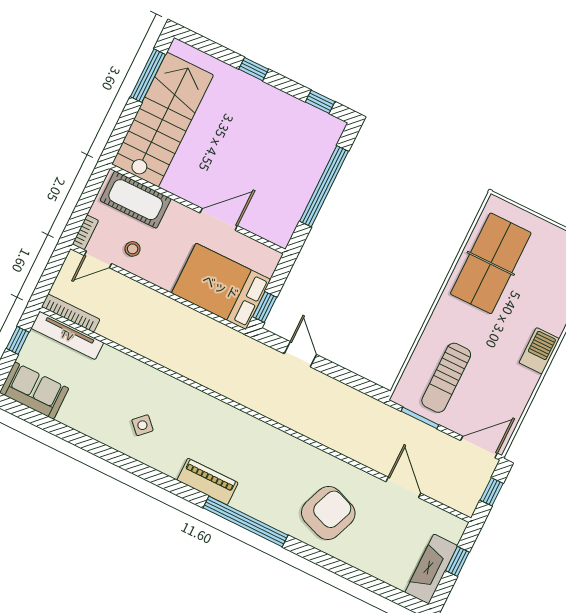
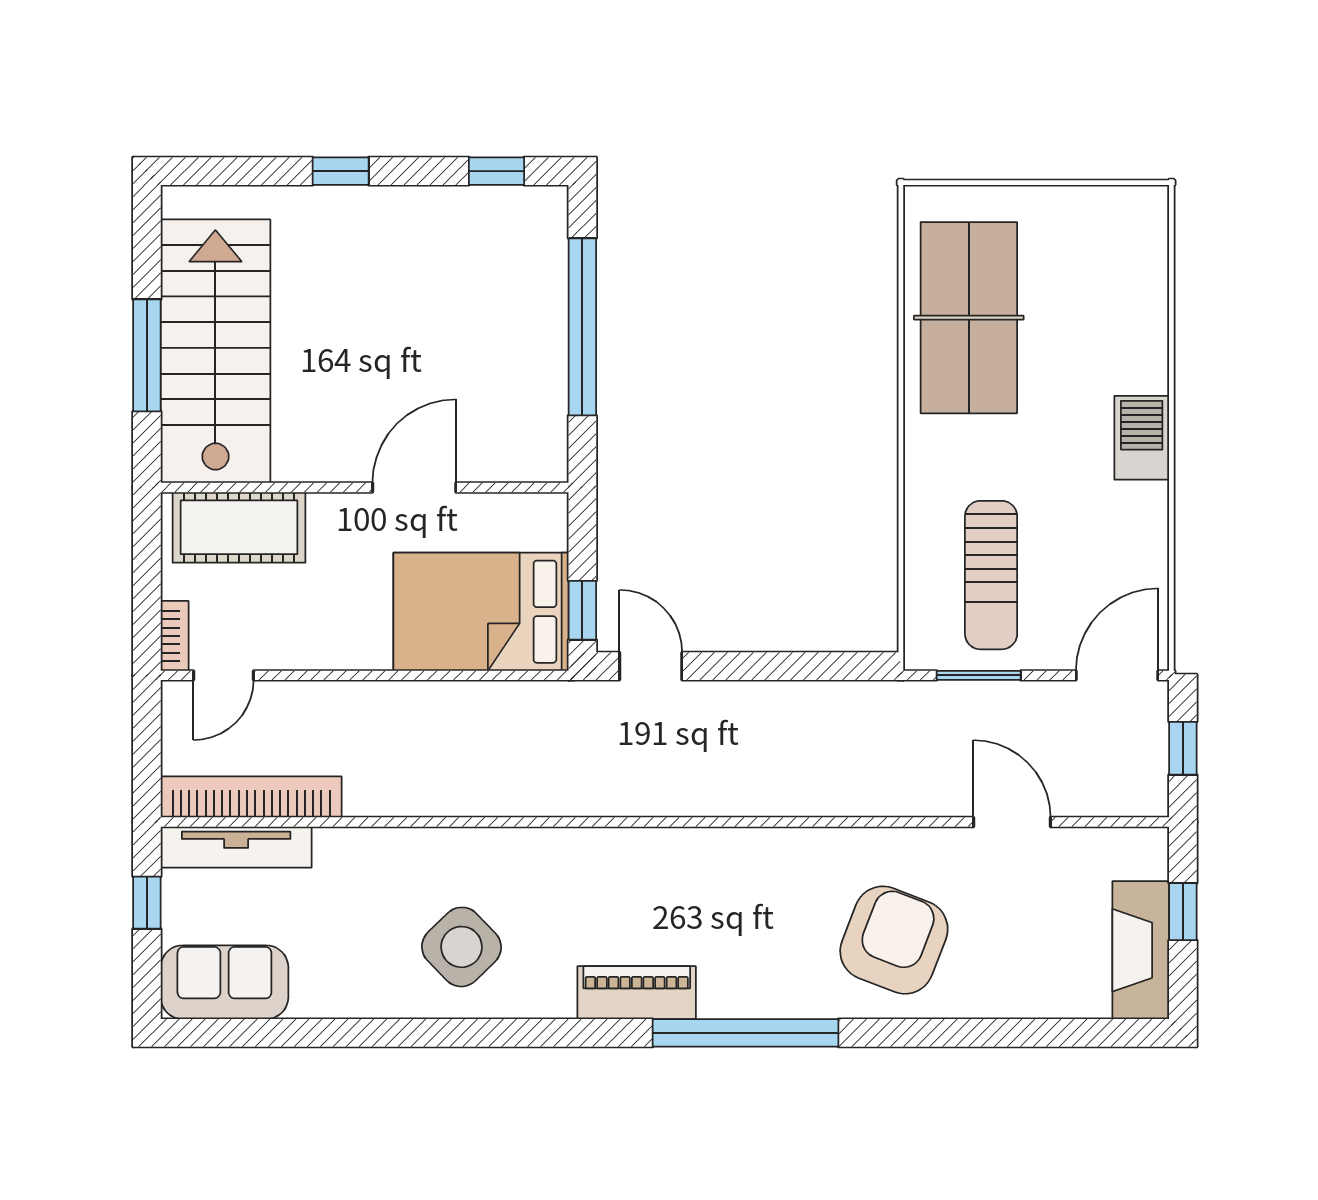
window: (148, 76) -> (147, 355), moved
stool: (133, 249) -> (279, 623), removed
bookcase: (71, 313) -> (251, 797), width x1.48, depth x1.31
door: (300, 354) -> (651, 666), moved
side table: (142, 425) -> (461, 947), width x1.87, depth x1.87

